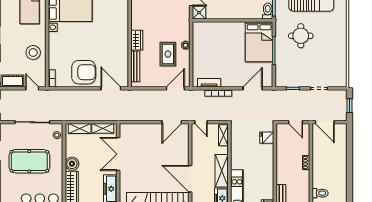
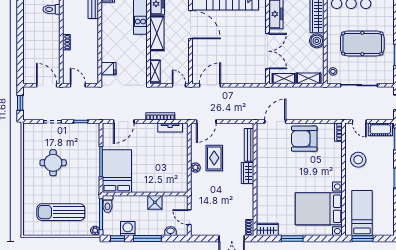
shower: (199, 13) -> (155, 202), moved
round table: (301, 36) -> (53, 163), moved
door: (111, 88) -> (275, 121), swing flipped

